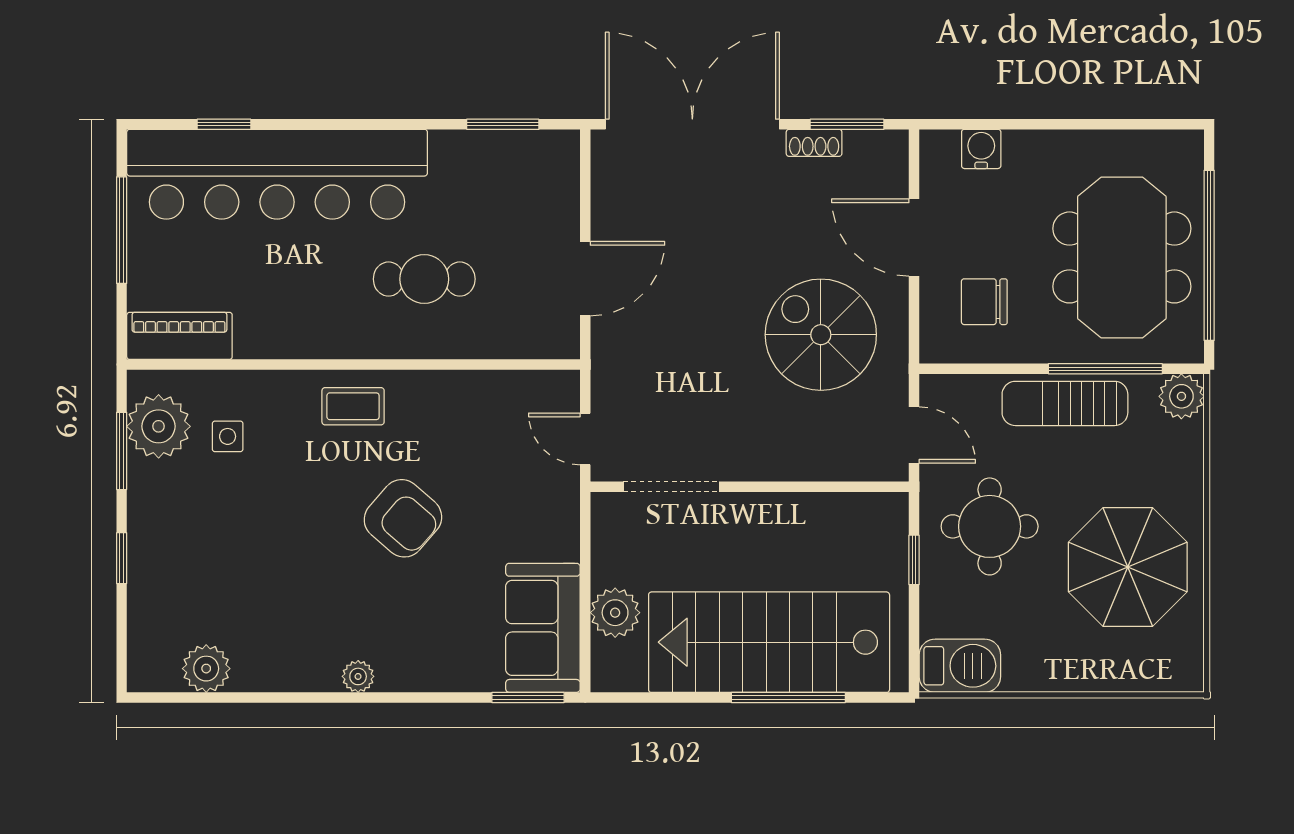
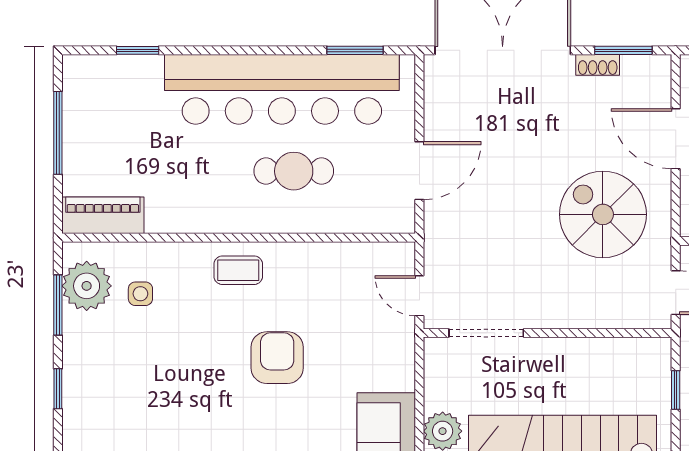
bar counter: (277, 174) -> (282, 89), moved
armchair: (403, 518) -> (277, 358), turned -131

